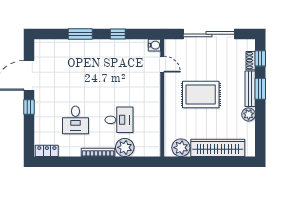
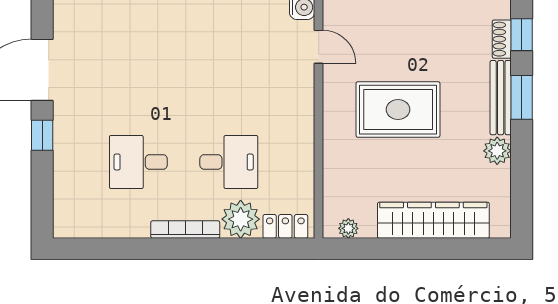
desk: (75, 120) -> (138, 162), turned 90
plant: (181, 148) -> (348, 228), width x0.53, depth x0.53
locker: (47, 151) -> (285, 226), moved

